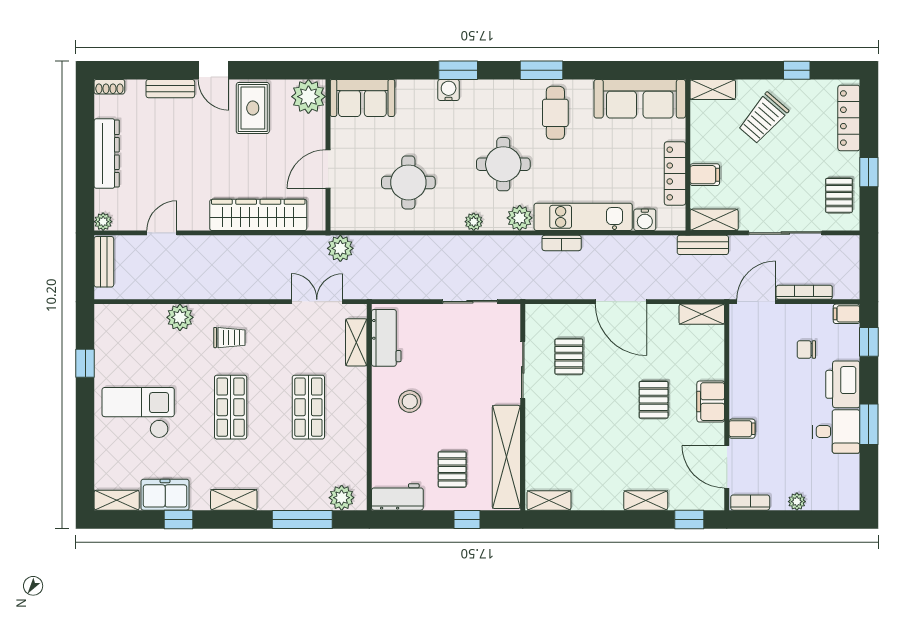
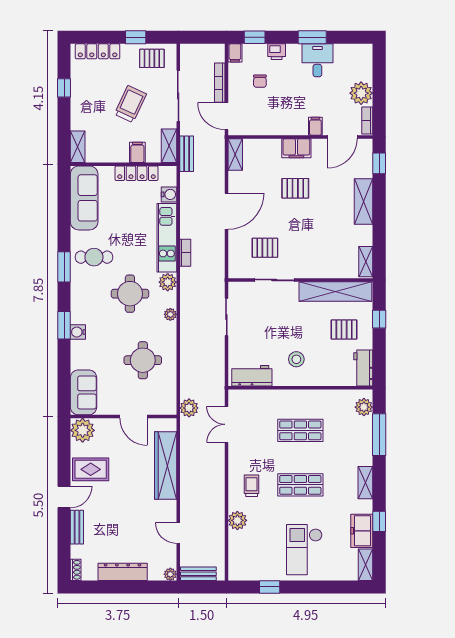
trolley: (763, 118) -> (130, 104), moved, turned -106
shelving: (356, 342) -> (255, 397), removed
printer: (843, 384) -> (277, 52), width x0.53, depth x0.68
shelving: (646, 500) -> (363, 201), width x1.50, depth x1.33
plant: (797, 502) -> (361, 93), width x1.88, depth x1.88

